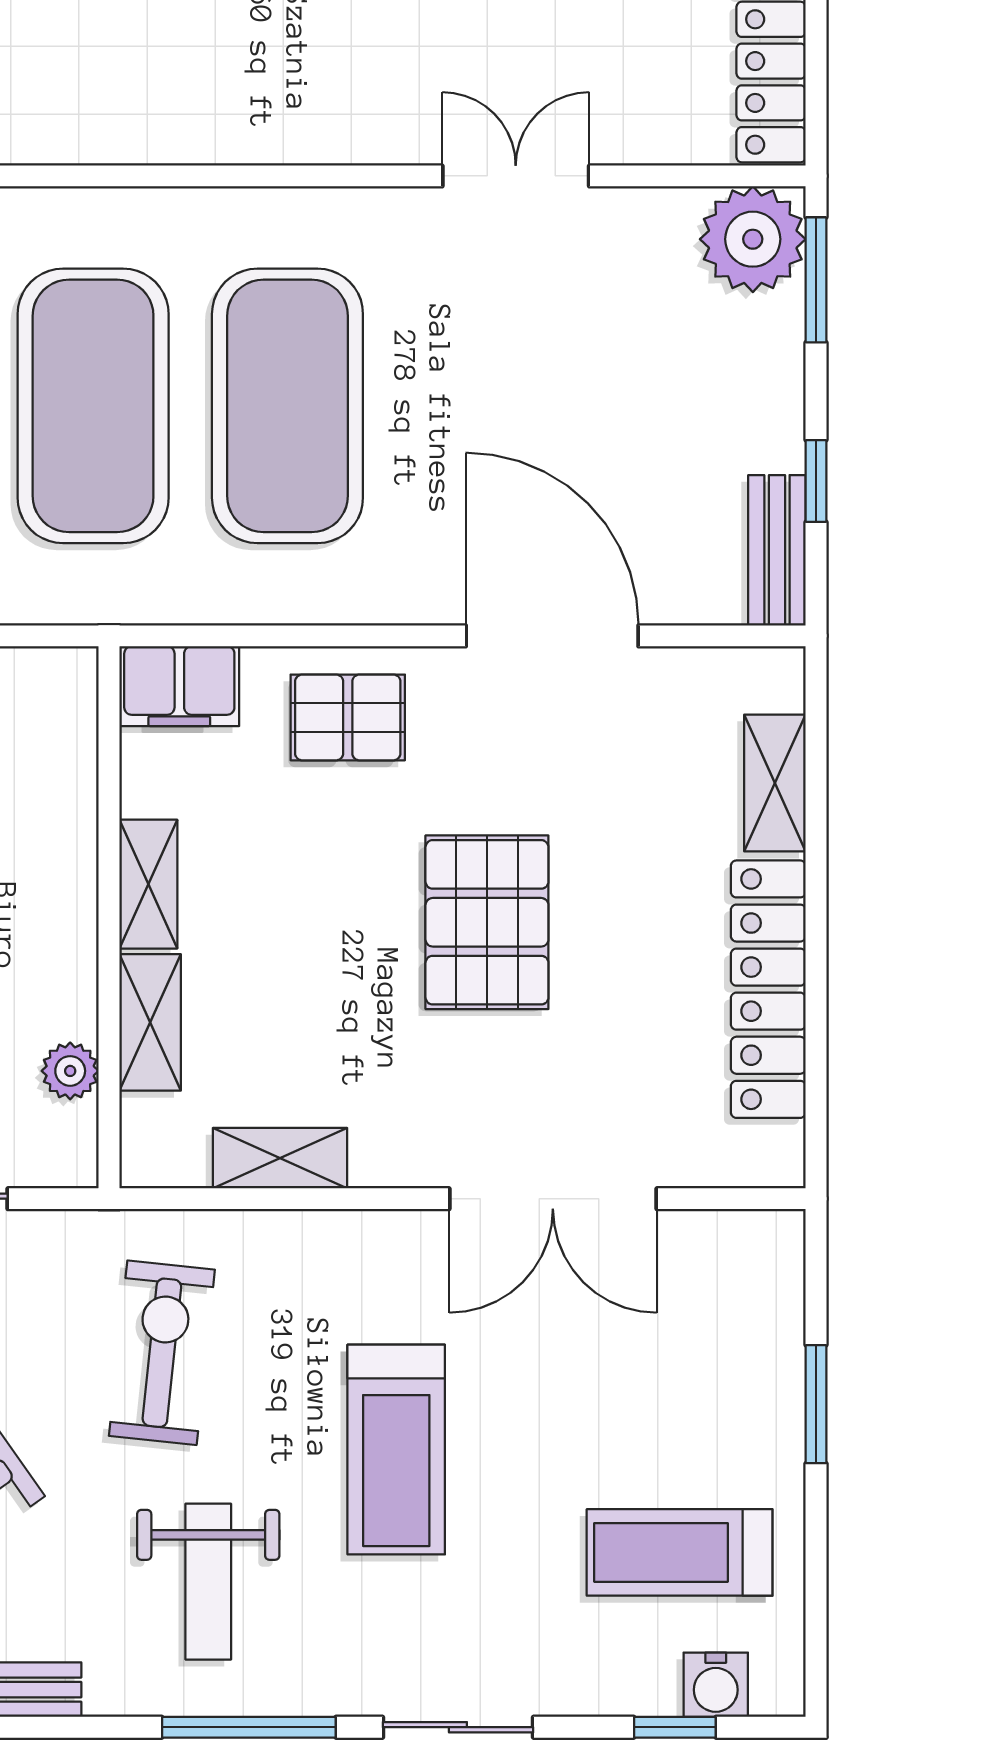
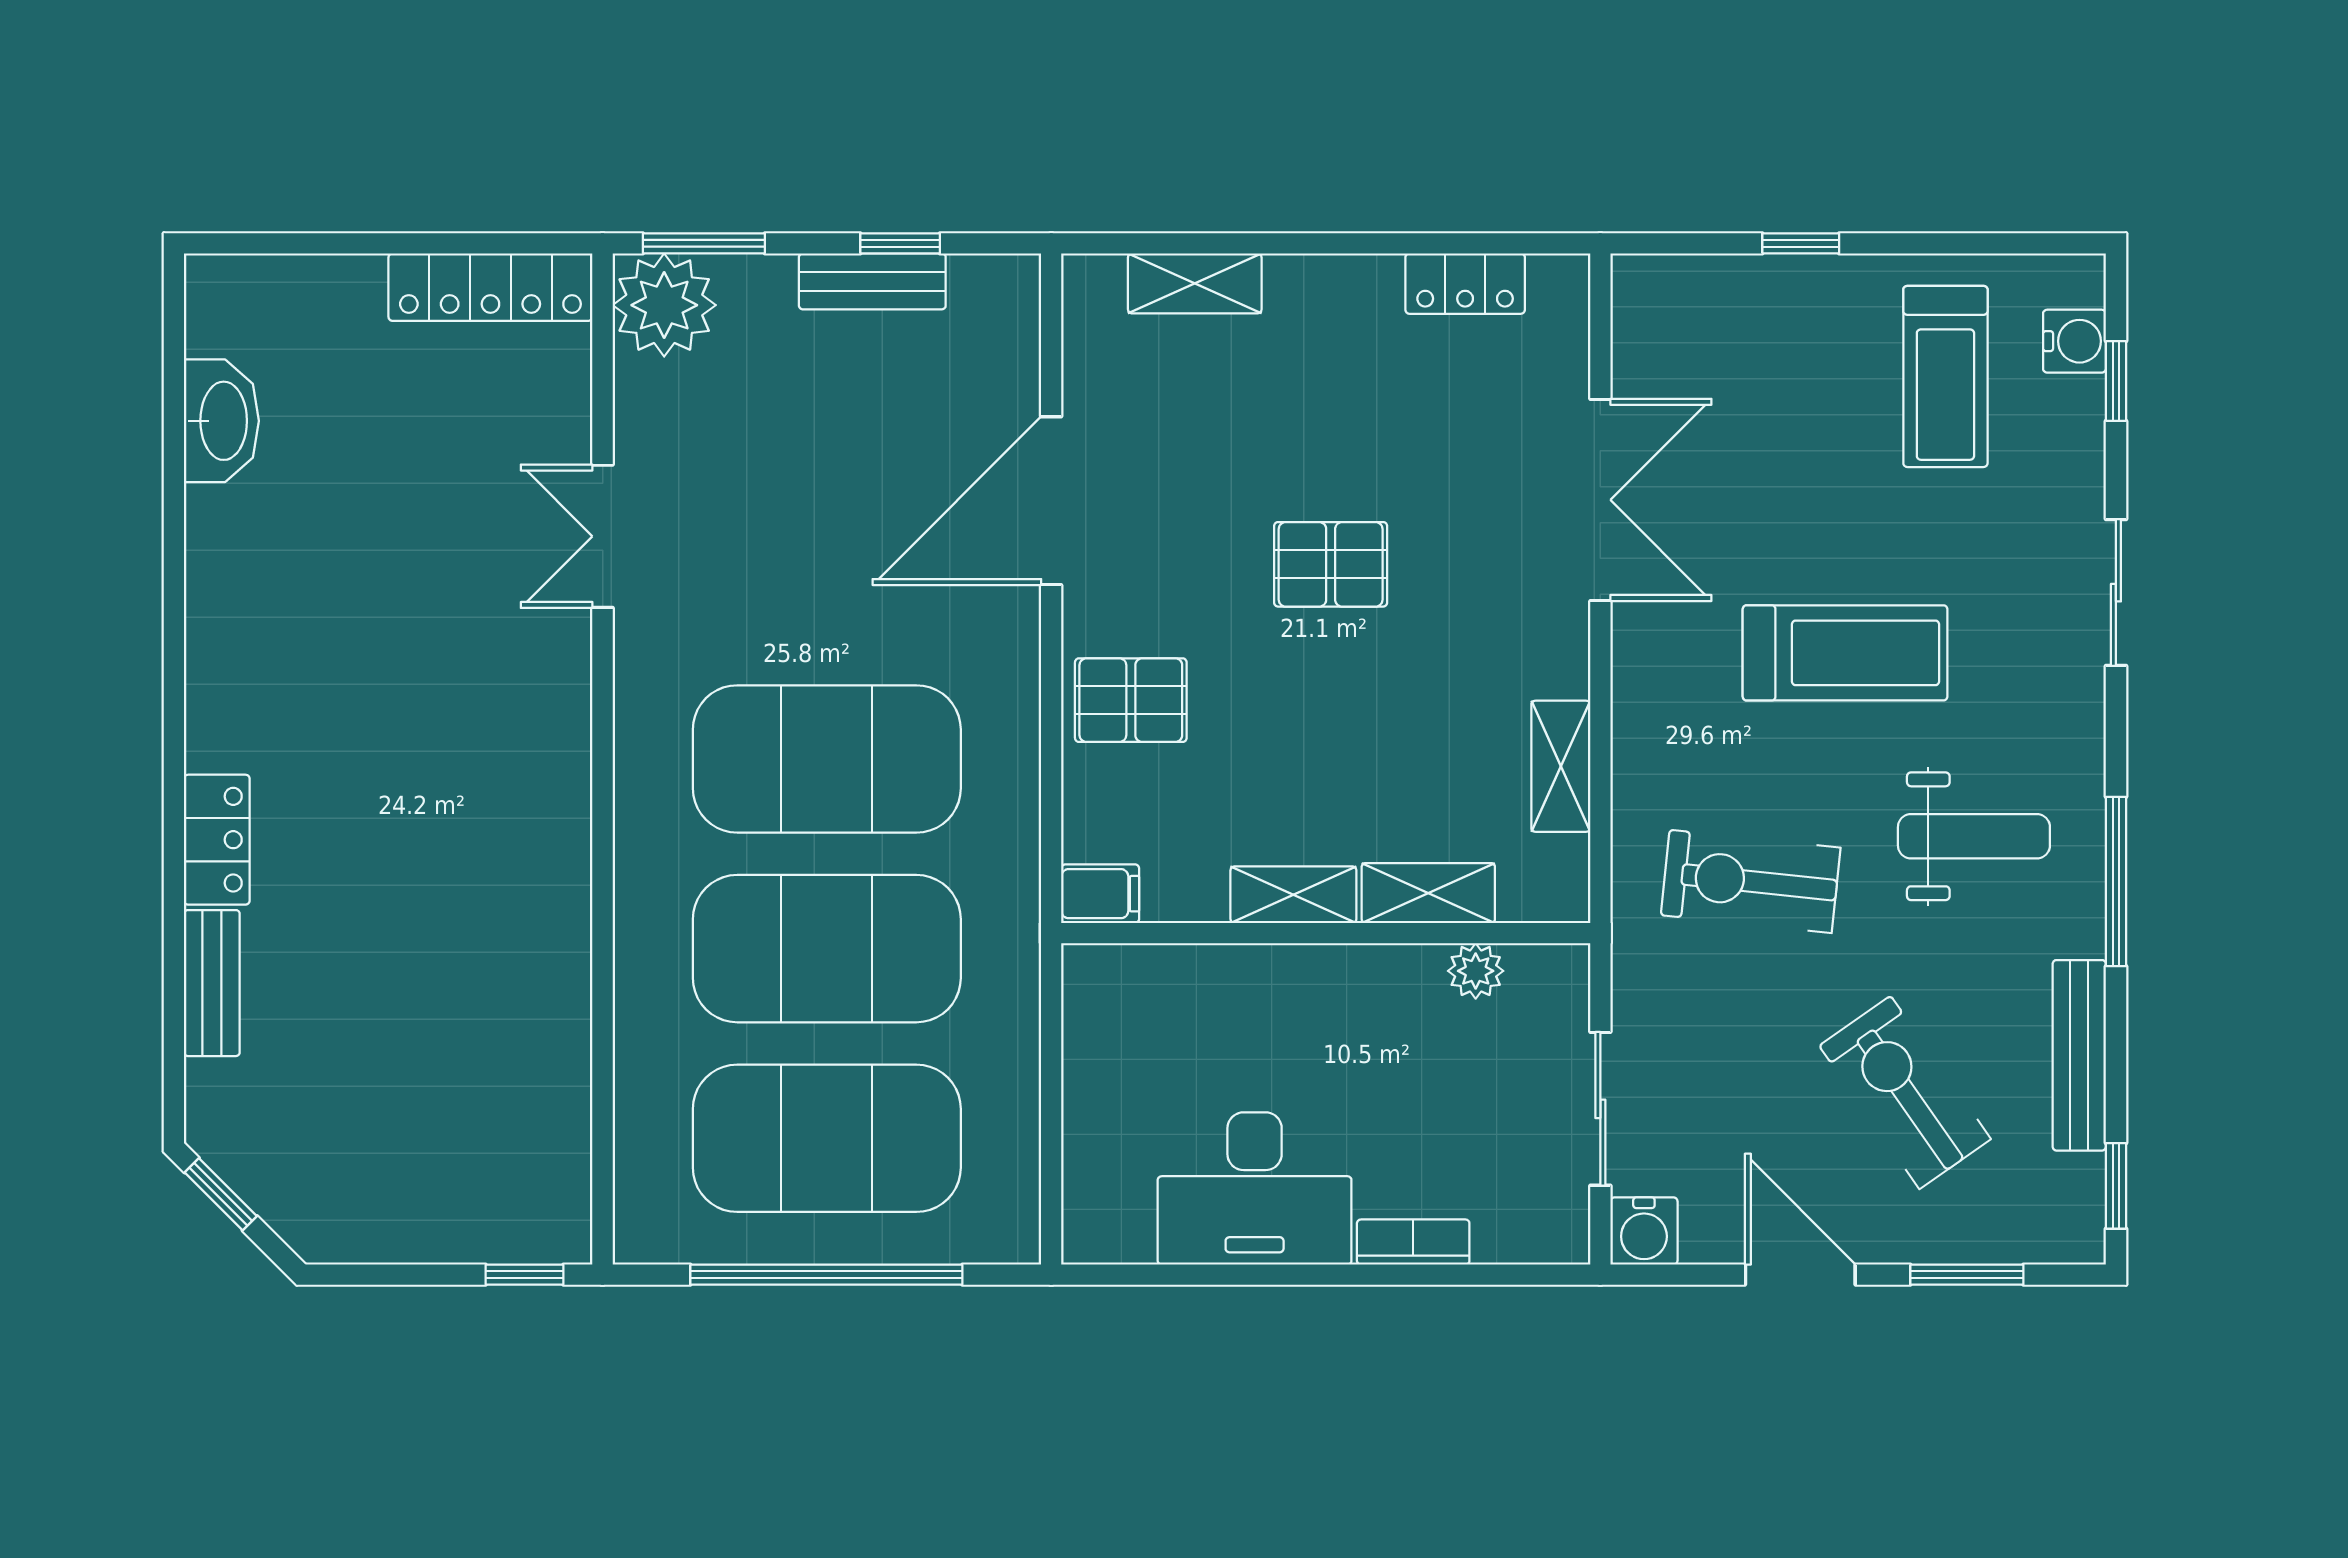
bench: (777, 550) -> (872, 281), moved
filing cabinet: (179, 686) -> (1100, 894), width x0.50
pallet: (348, 717) -> (1131, 700), turned 90
pallet: (487, 922) -> (1331, 564), width x0.67, depth x0.71
locker: (768, 989) -> (1465, 284), width x0.46, depth x0.83
window: (816, 1404) -> (1801, 243), width x0.67
window: (249, 1727) -> (2116, 882), moved

